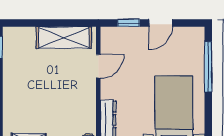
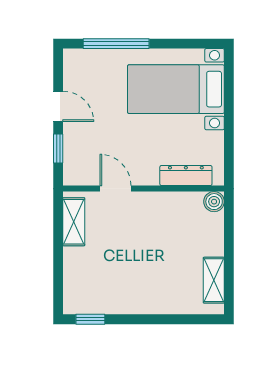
shelving: (64, 38) -> (74, 222), width x0.67, depth x0.75

